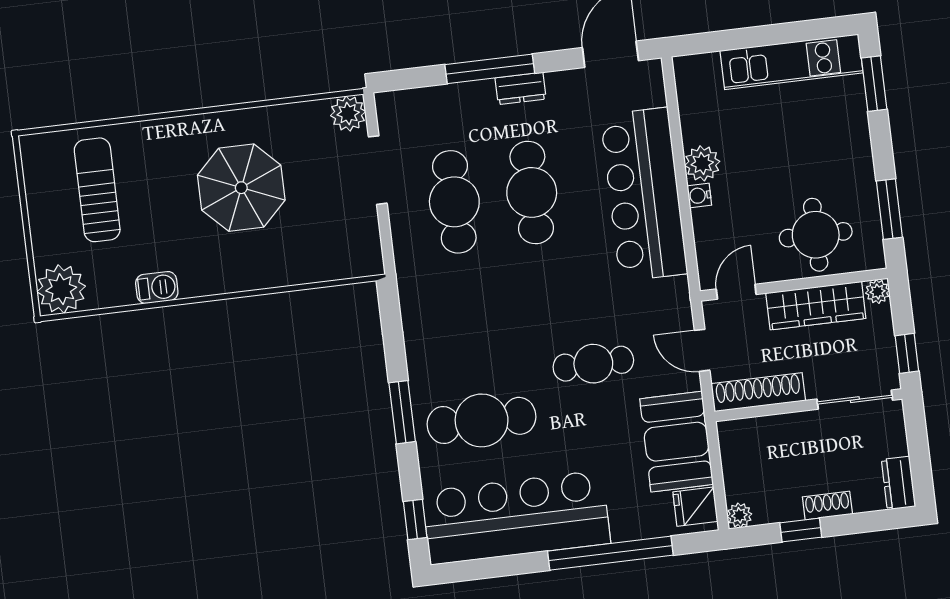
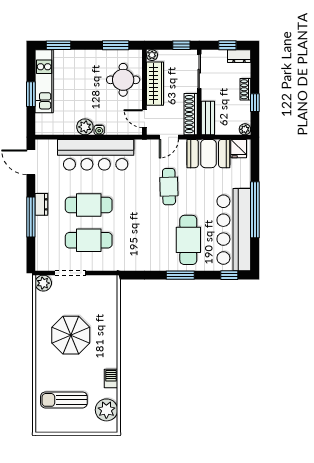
window: (760, 36) -> (31, 94), added
plant: (61, 289) -> (106, 410), moved
bench: (754, 431) -> (208, 118), added
window: (919, 455) -> (227, 45), added
window: (610, 553) -> (255, 210), moved

